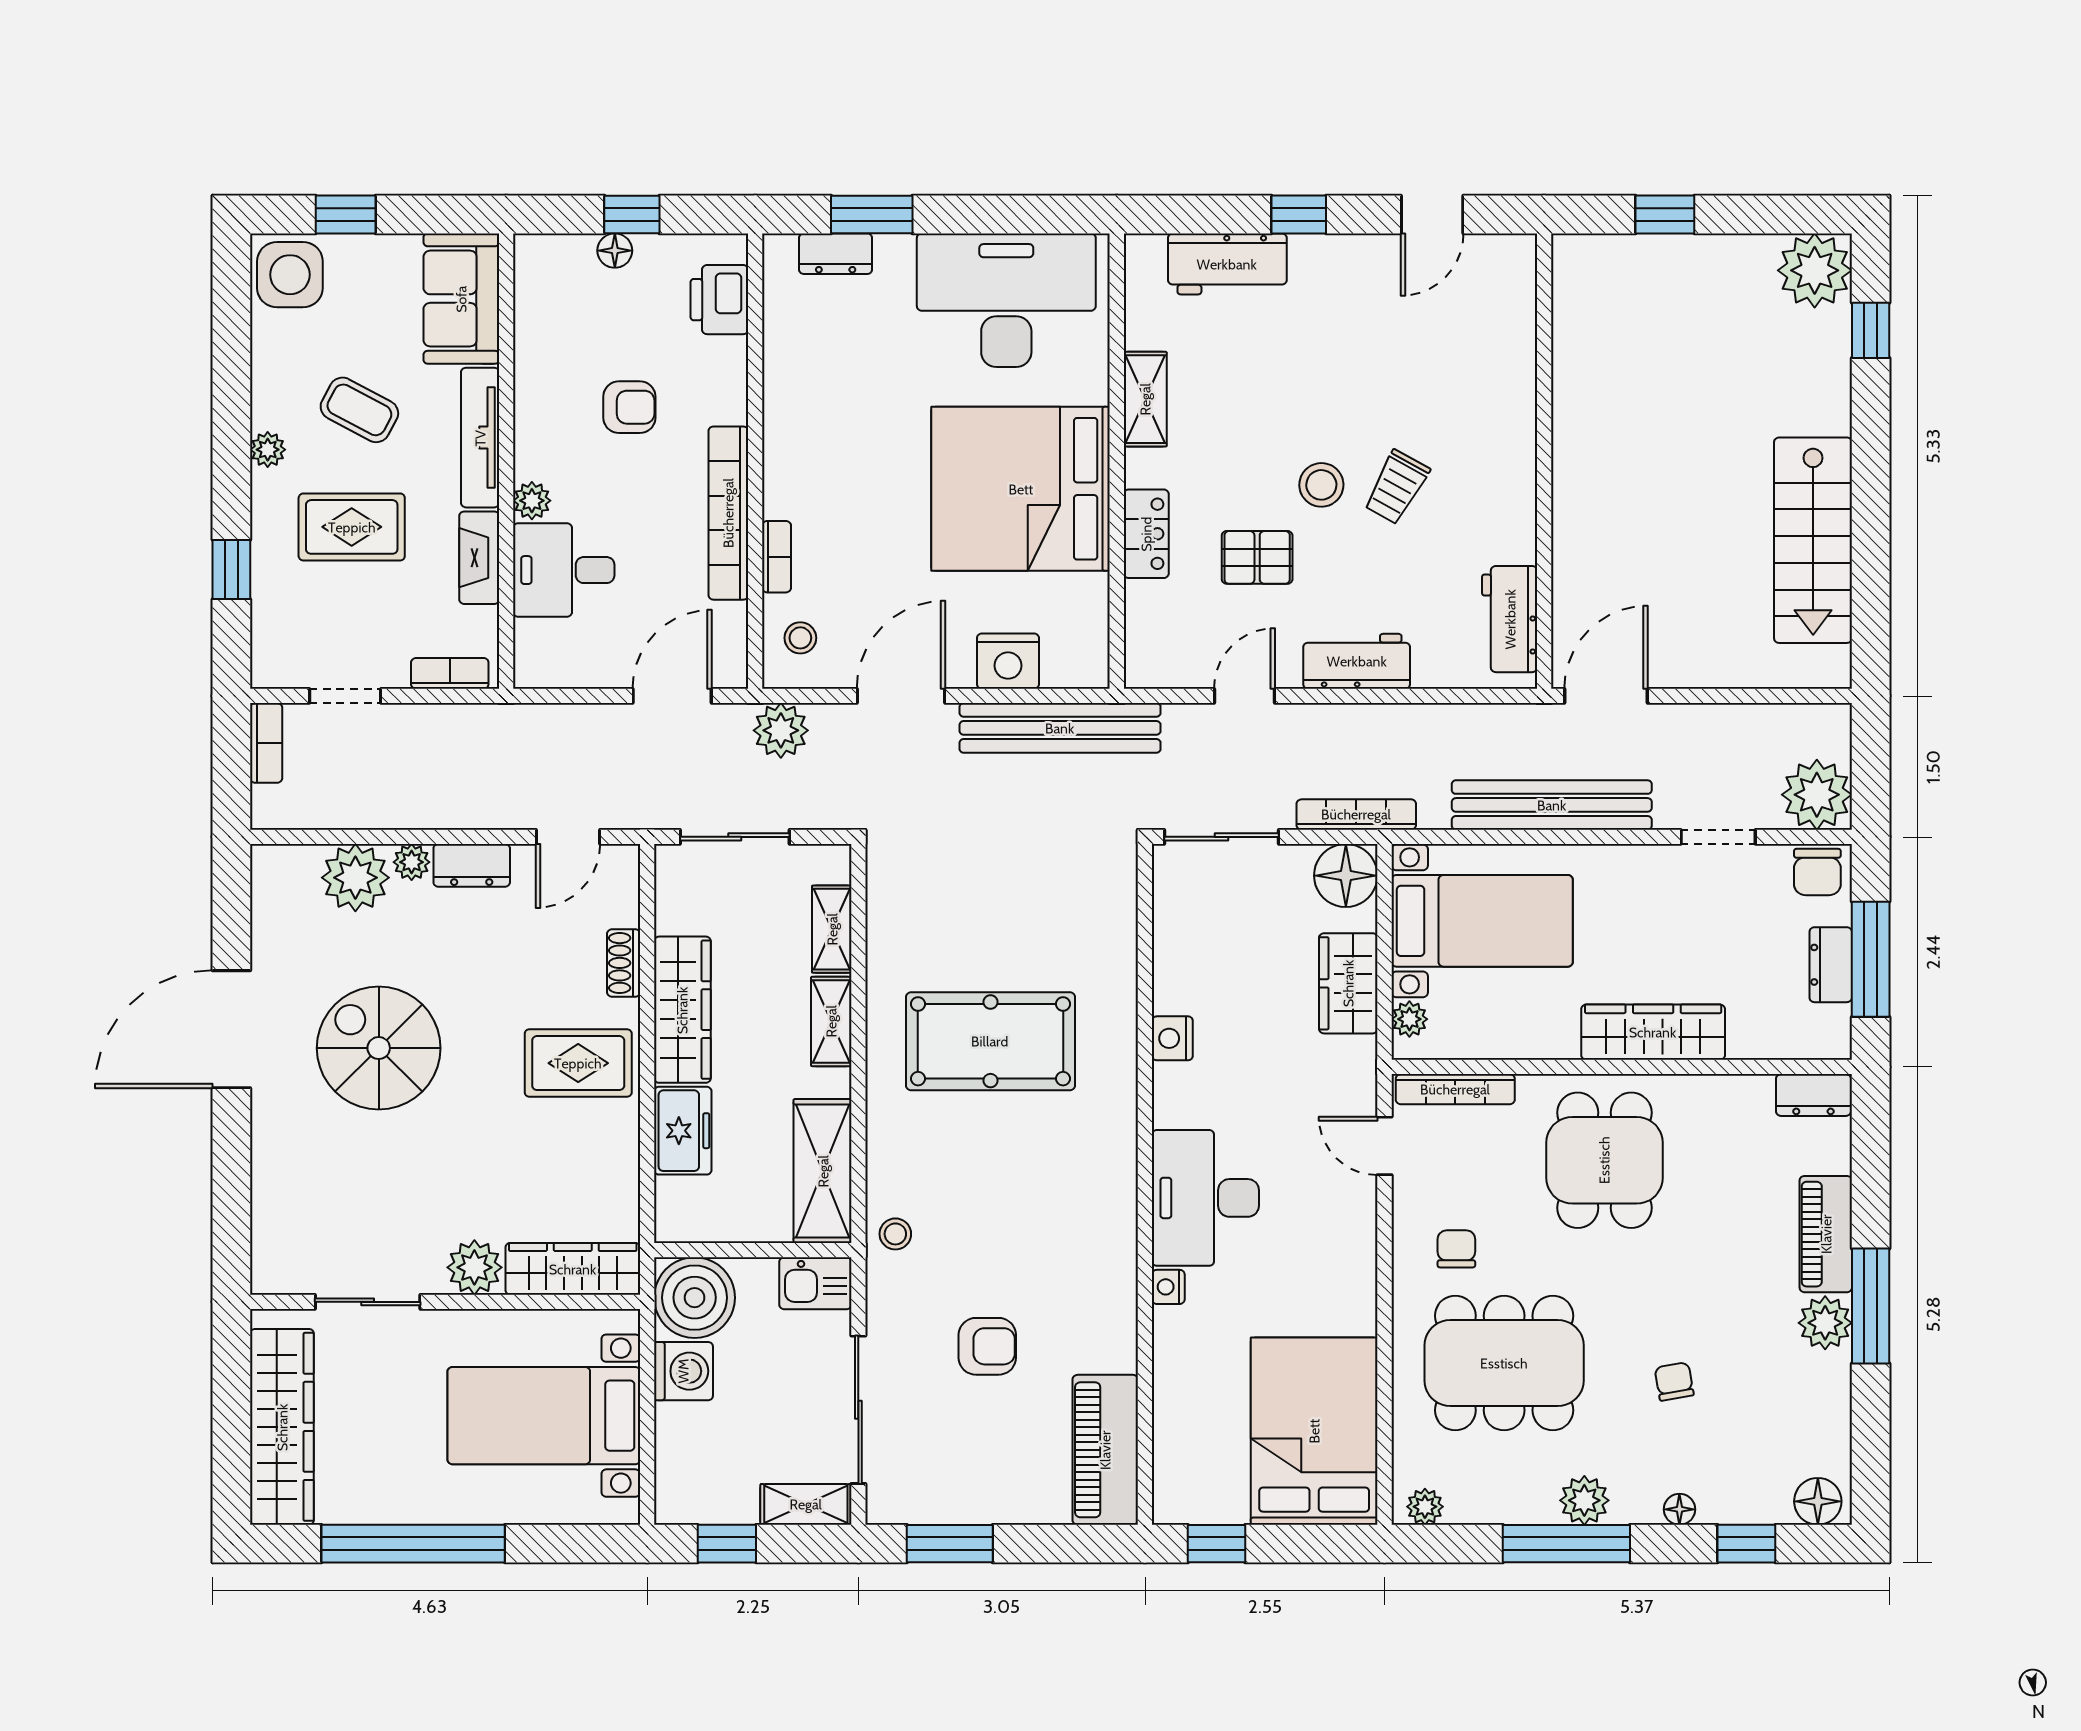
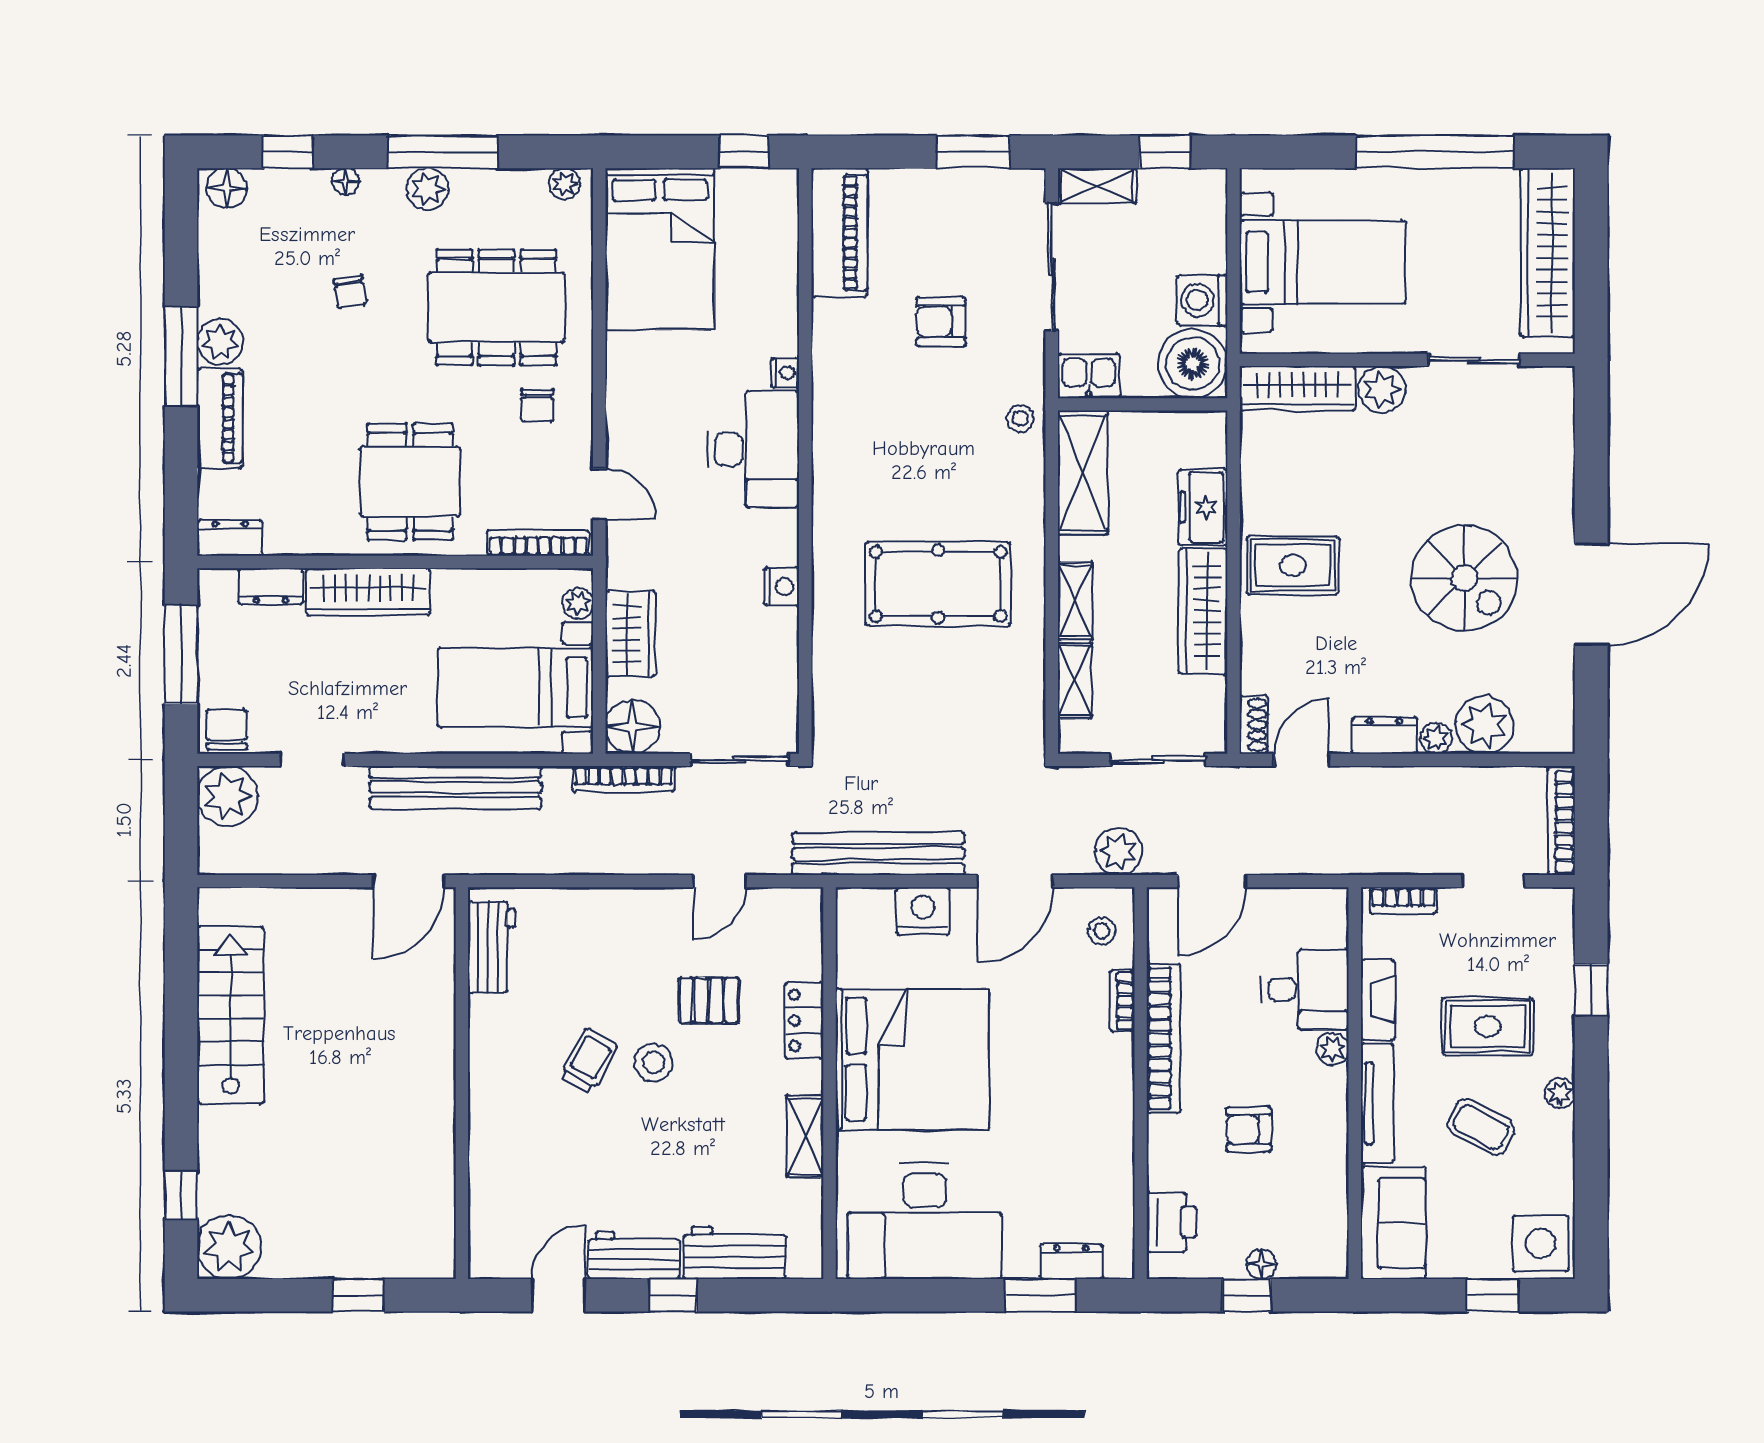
workbench: (1357, 661) -> (634, 1255), moved, turned 180
bookcase: (266, 743) -> (1561, 821), width x1.56
shoe rack: (624, 963) -> (1254, 725), moved
dresser: (1831, 965) -> (271, 586), moved, turned 90

